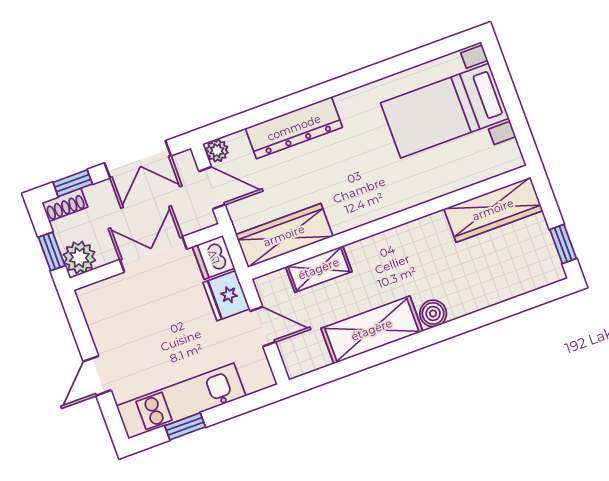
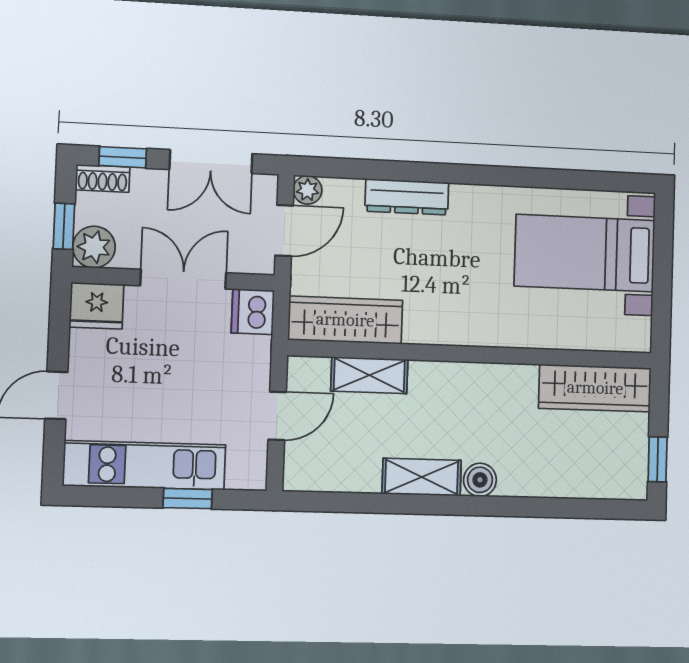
dresser: (294, 128) -> (407, 197), width x0.73, depth x0.80
door: (212, 188) -> (284, 231), hinge flipped
fridge: (226, 296) -> (97, 306), moved, turned -90
door: (263, 327) -> (277, 416), hinge flipped
shelving: (372, 330) -> (422, 477), width x0.67, depth x0.75
window: (185, 426) -> (188, 499), moved

